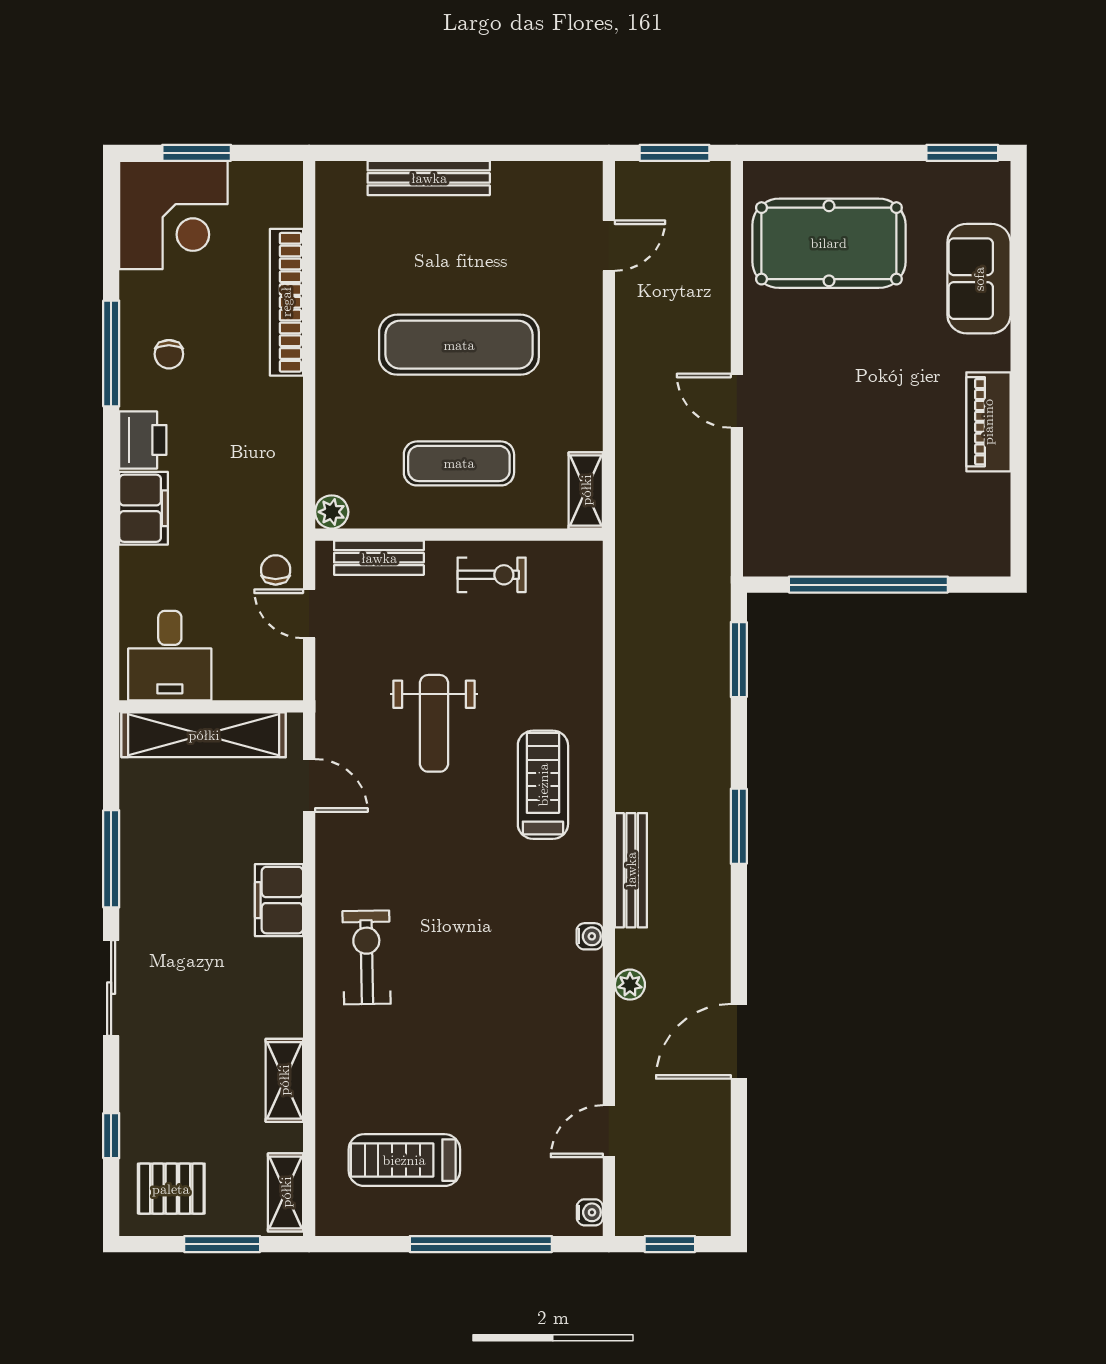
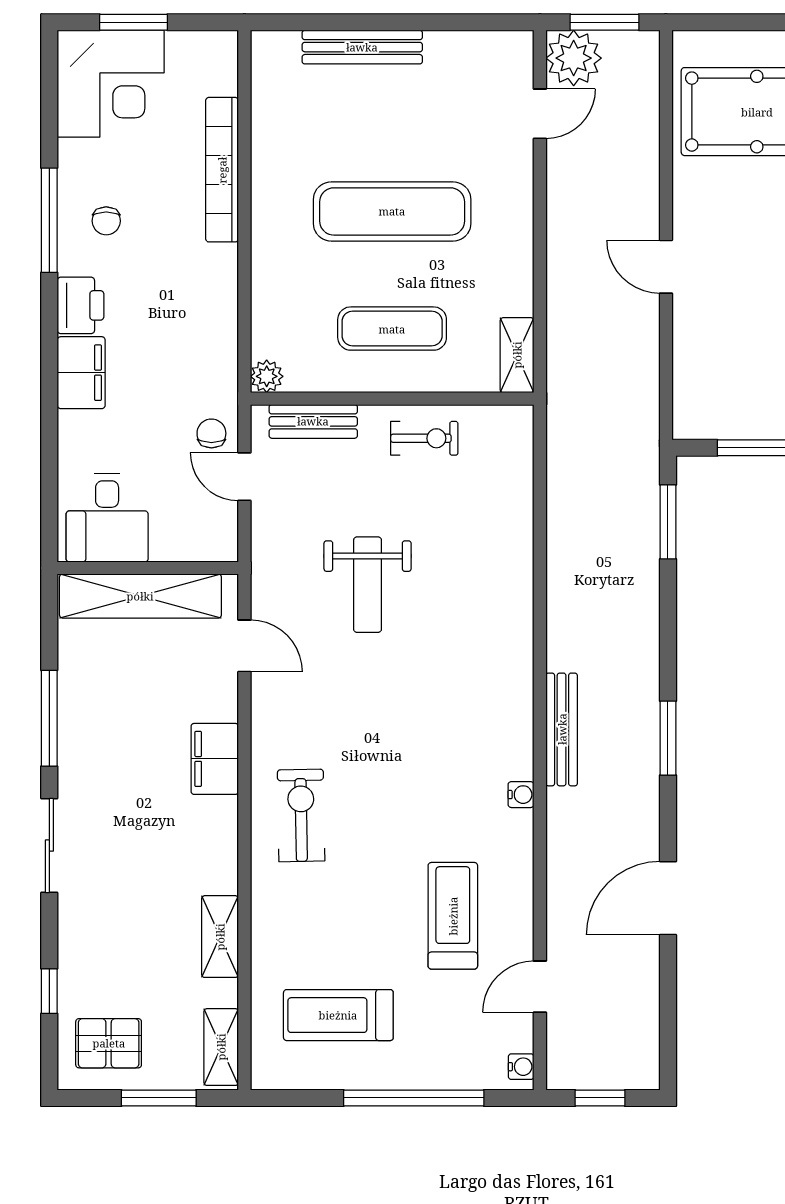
treadmill: (543, 785) -> (453, 916), moved
window: (739, 826) -> (668, 738), moved
plant: (630, 985) -> (574, 58), moved, width x1.87, depth x1.87

